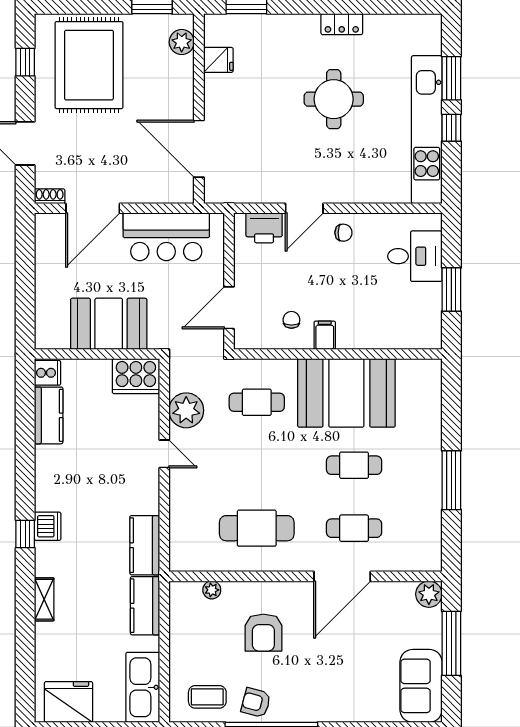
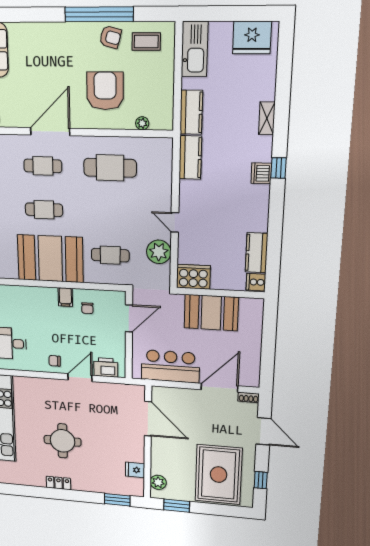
armchair: (263, 633) -> (105, 91), width x1.36, depth x1.36

